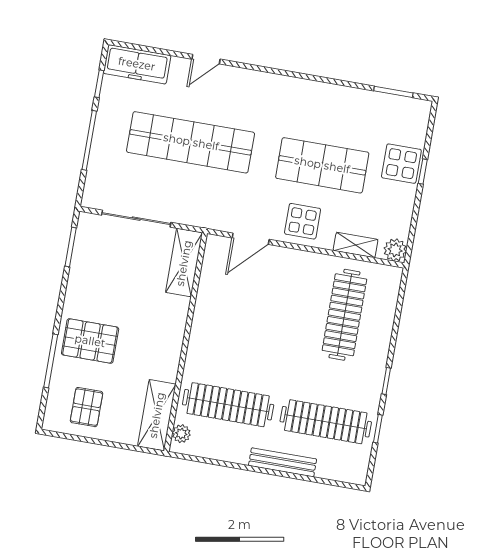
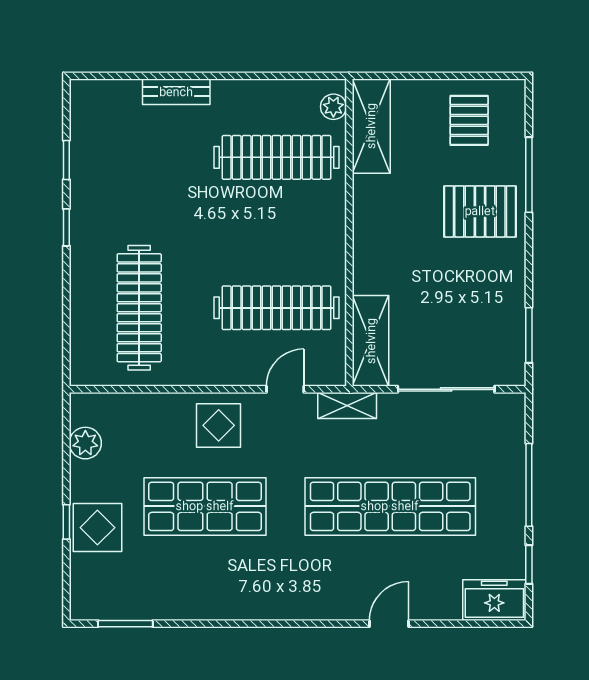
freezer: (137, 64) -> (494, 600), width x0.71
door: (251, 239) -> (285, 389), width x0.73
shelving: (356, 245) -> (347, 406), moved
plant: (395, 250) -> (85, 443), moved
clothes rail: (326, 422) -> (277, 308), moved
bench: (283, 462) -> (176, 92), width x0.73

